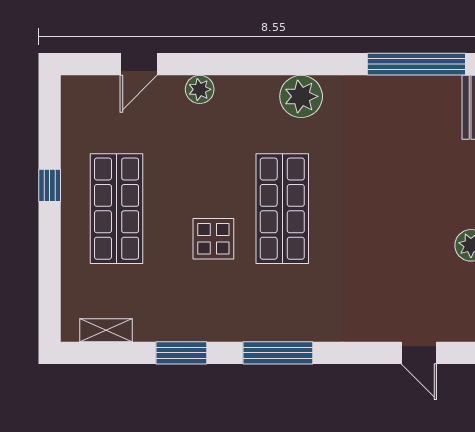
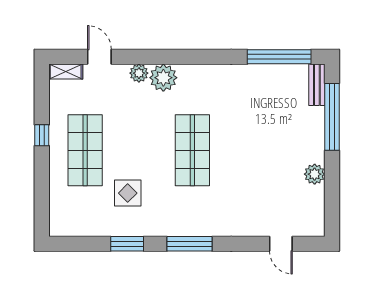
door: (139, 64) -> (99, 57), swing flipped
plant: (301, 96) -> (163, 78), moved
display table: (213, 239) -> (128, 193), moved
shelving: (106, 330) -> (66, 72), moved

